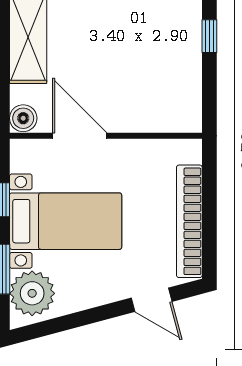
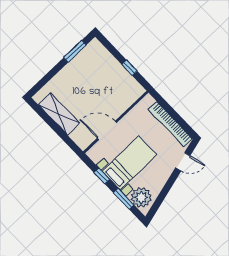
window: (209, 36) -> (129, 68), moved
boiler: (23, 118) -> (83, 142), removed

